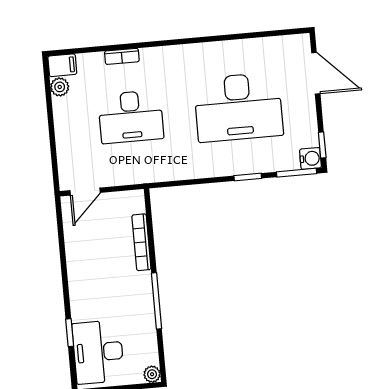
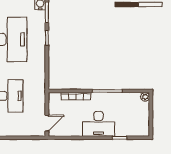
door: (85, 192) -> (47, 123), hinge flipped
desk: (98, 352) -> (99, 124), moved

